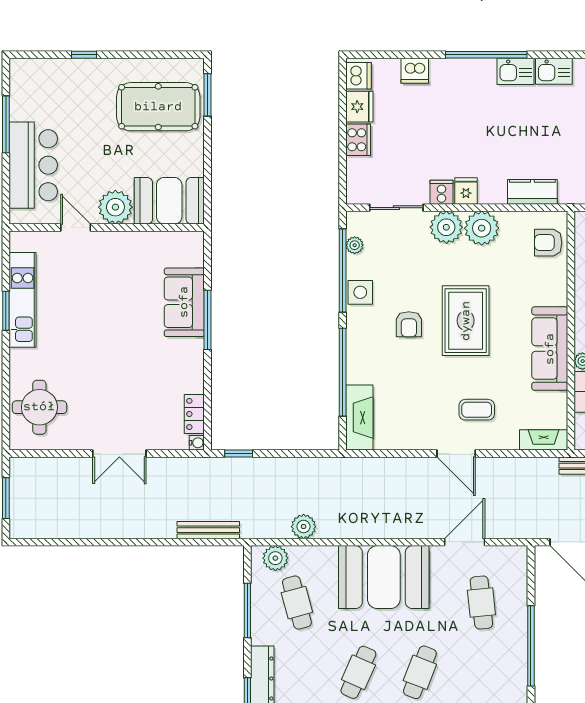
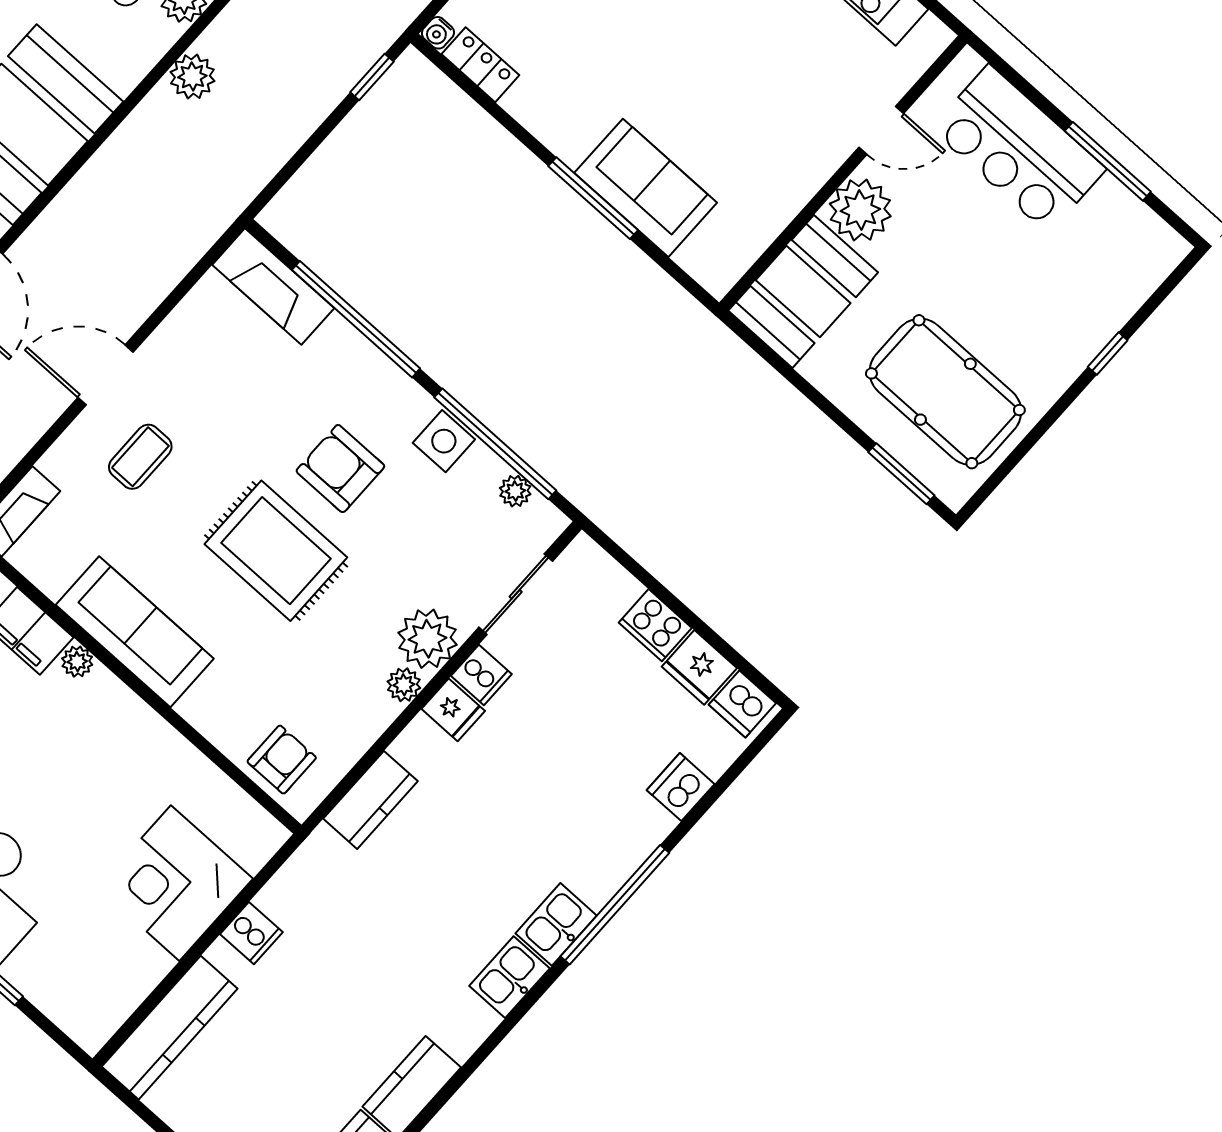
pool table: (158, 107) -> (945, 392), turned 90
plant: (482, 228) -> (404, 685), width x0.53, depth x0.53
armchair: (409, 324) -> (340, 469), width x1.38, depth x1.38

